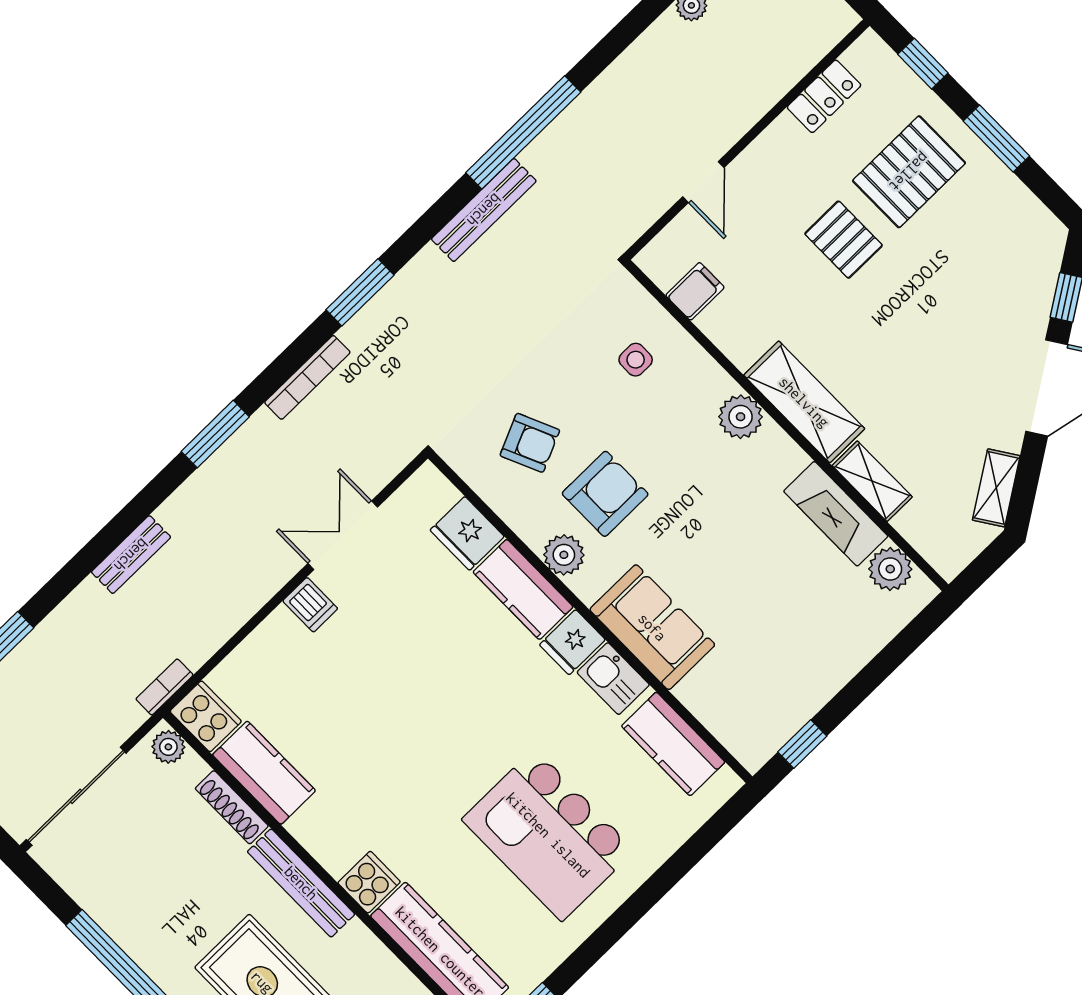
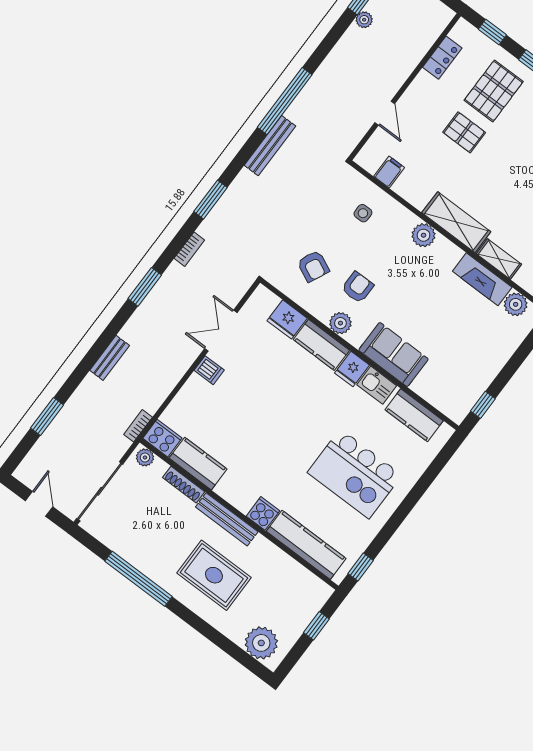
bookcase: (307, 377) -> (189, 249), width x0.64
armchair: (530, 443) -> (313, 266), turned 49
armchair: (605, 494) -> (358, 287), width x0.72, depth x0.72

